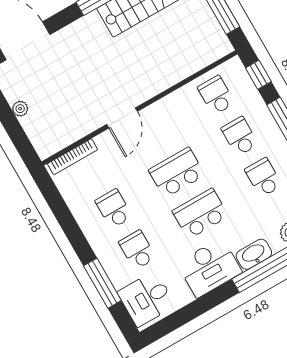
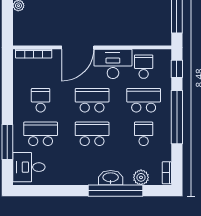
door: (122, 118) -> (78, 47), width x1.36
school desk: (240, 136) -> (144, 100), width x1.85
school desk: (137, 250) -> (41, 134), width x1.85
desk: (209, 268) -> (113, 64), moved, turned 180

